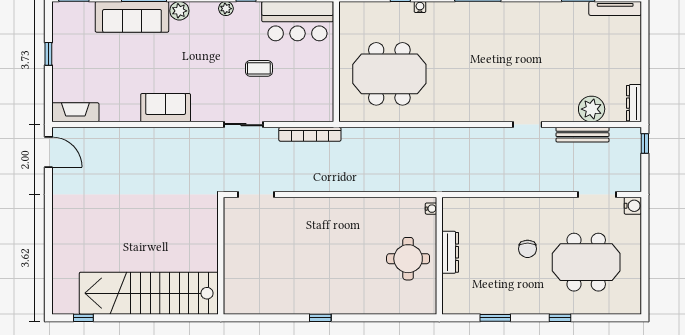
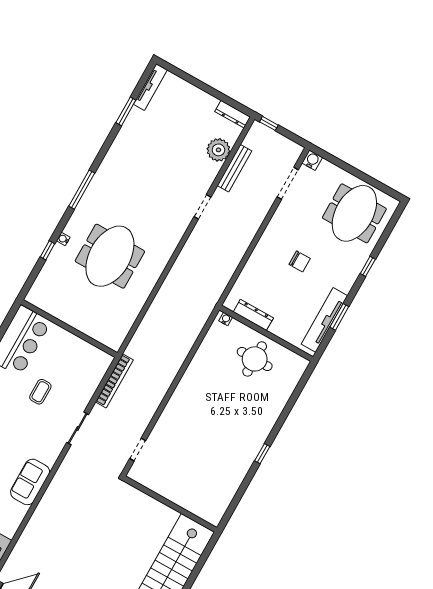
meeting table: (389, 74) -> (110, 256), moved
doorway: (256, 195) -> (138, 450), width x0.73
dresser: (450, 252) -> (253, 315), moved
meeting table: (586, 262) -> (354, 213), moved
tv unit: (484, 305) -> (324, 320), added

